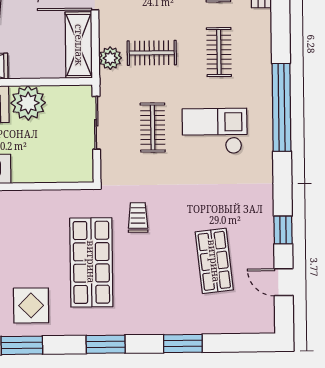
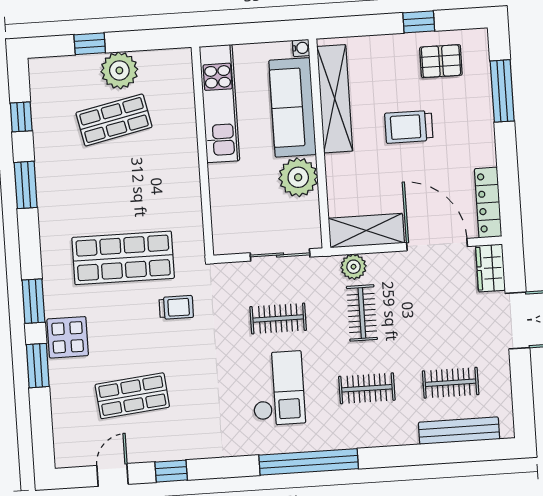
display table: (31, 305) -> (68, 337), moved
window: (106, 344) -> (33, 301), moved

